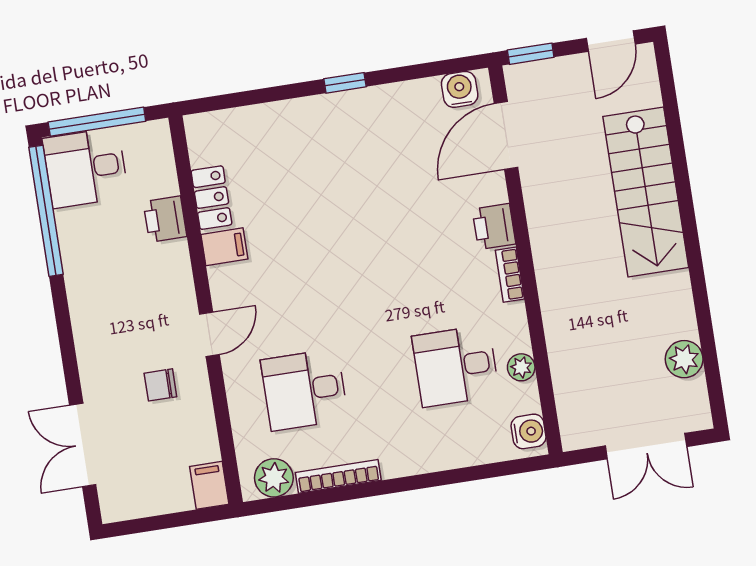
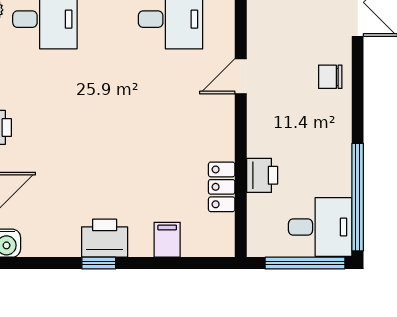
printer: (343, 114) -> (105, 238), added
filing cabinet: (224, 247) -> (167, 240), moved, turned 90
chair: (160, 385) -> (330, 77), moved, turned 180

